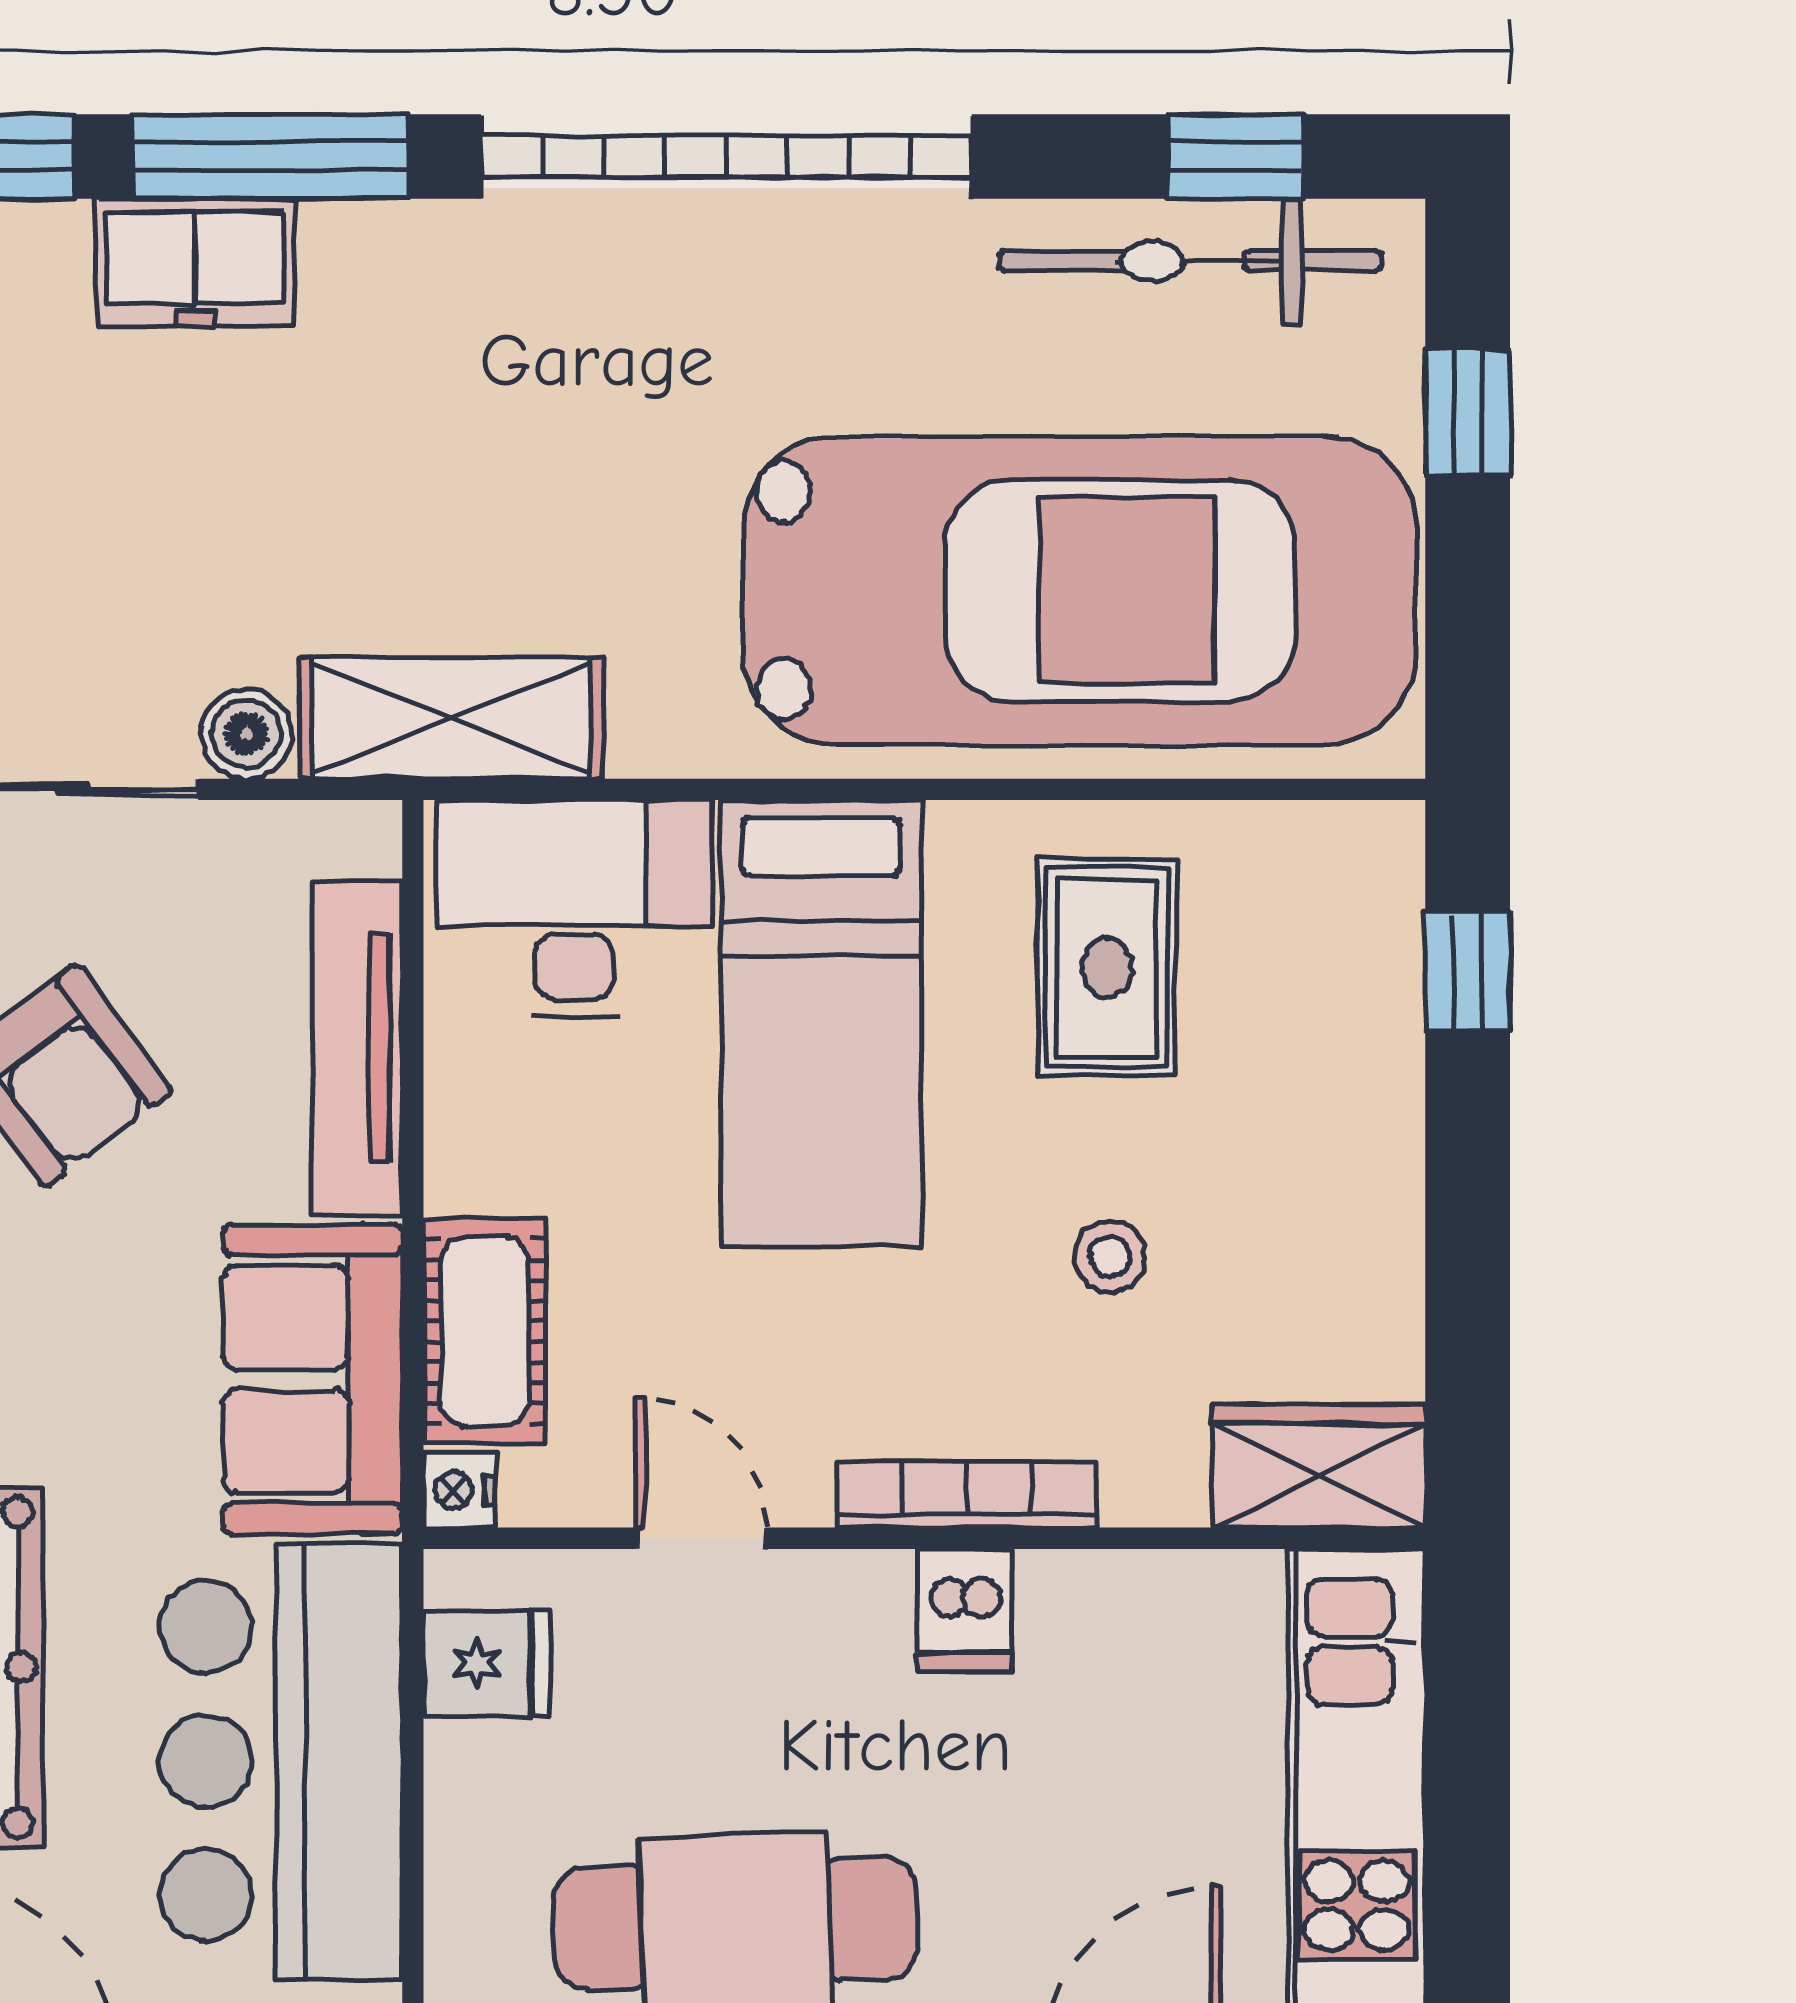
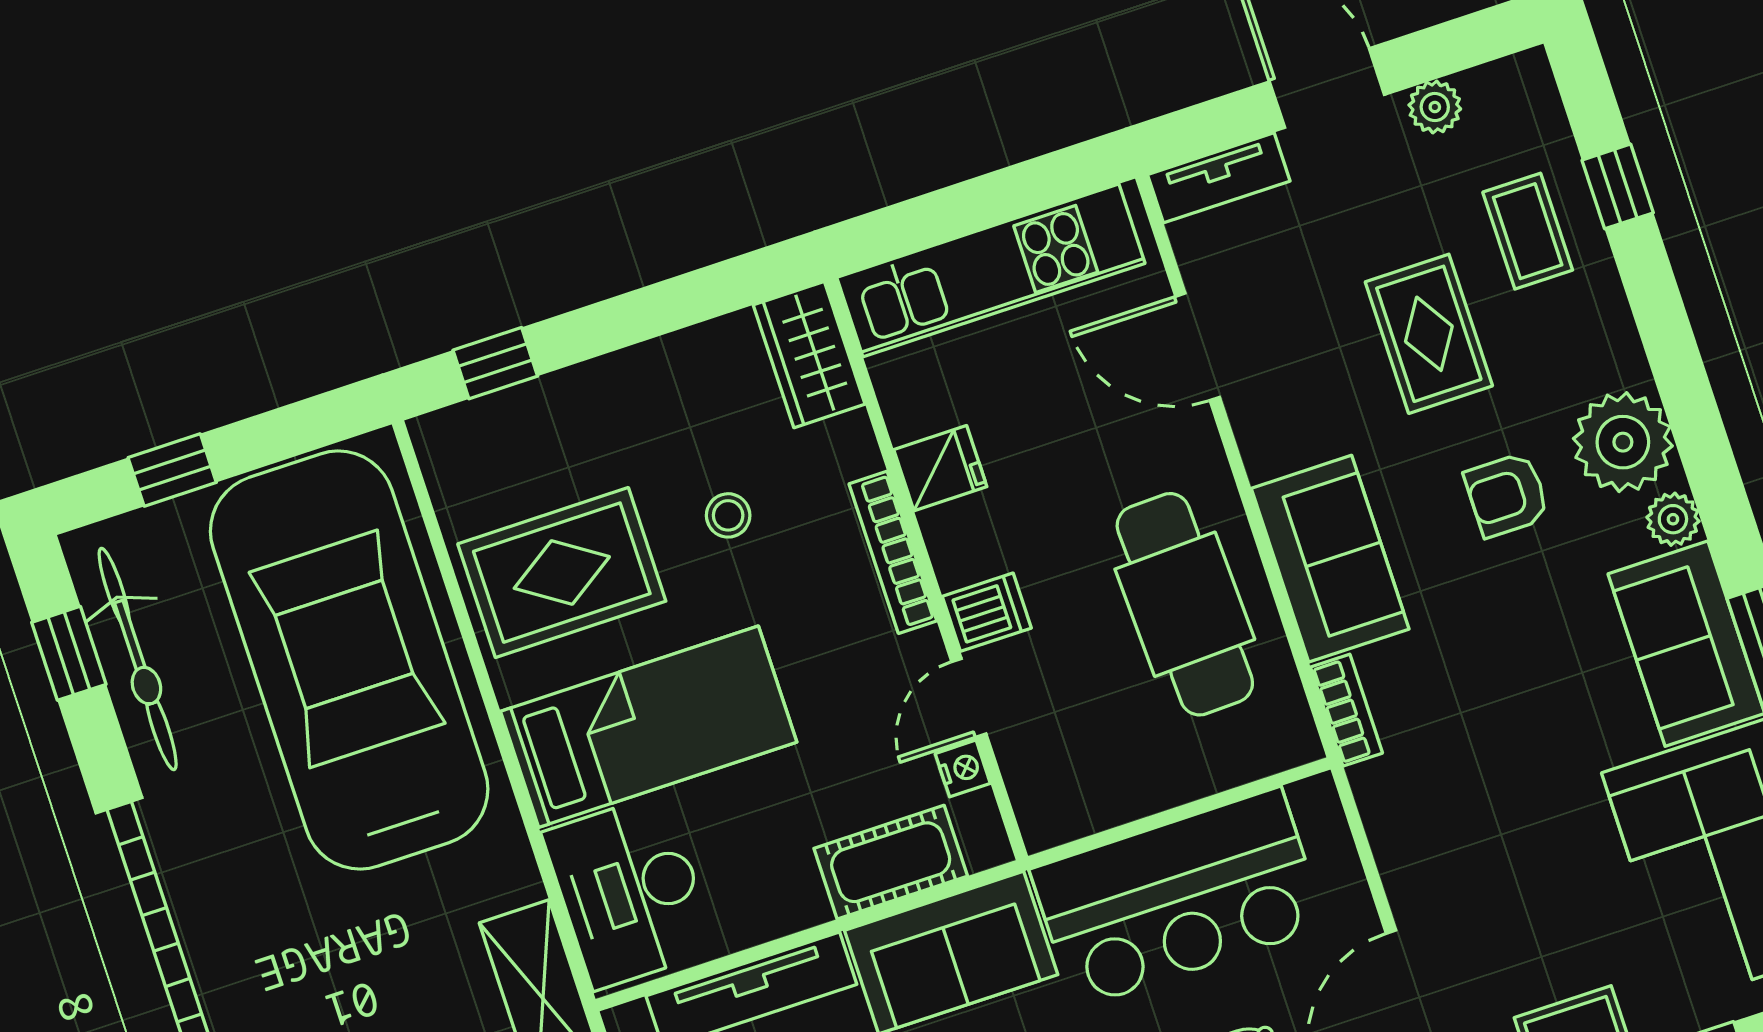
rug: (1107, 968) -> (562, 573), width x1.36, depth x1.43
nightstand: (459, 1490) -> (963, 768), moved, turned -90
dishwasher: (965, 1610) -> (987, 612), moved
fridge: (487, 1663) -> (940, 468), moved, turned 90

